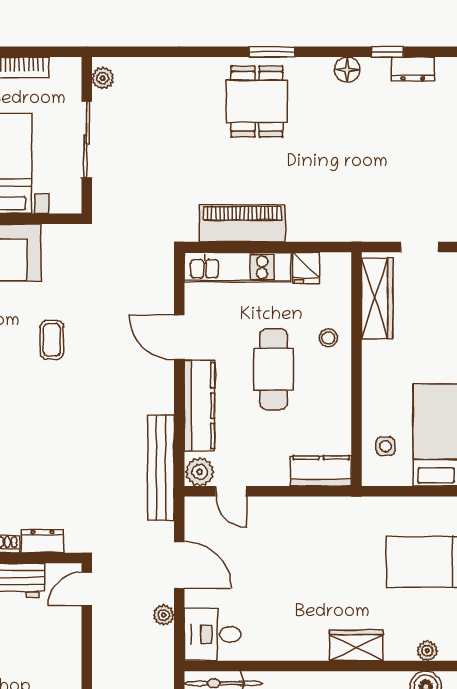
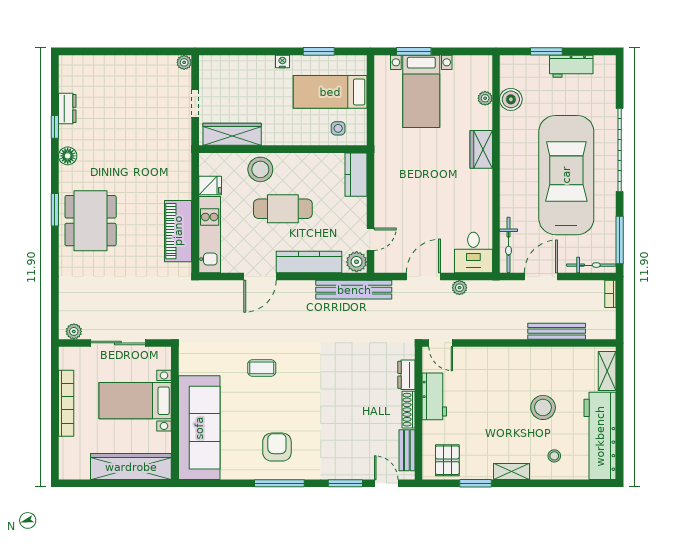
dining table: (257, 101) -> (91, 221), width x1.38
stool: (328, 338) -> (260, 169), width x1.89, depth x1.89

